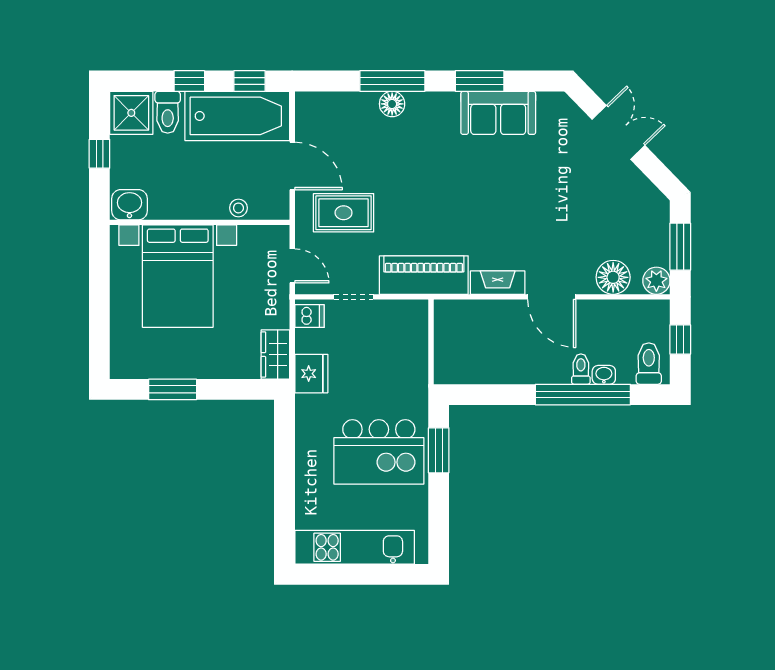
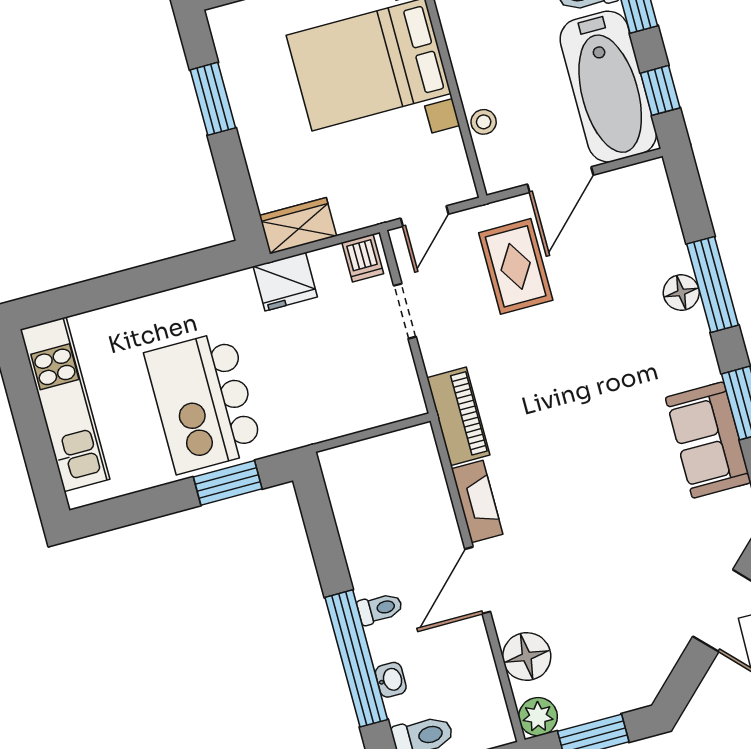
piano: (424, 275) -> (458, 416), width x0.73, depth x0.75
toilet: (581, 369) -> (380, 608), moved

